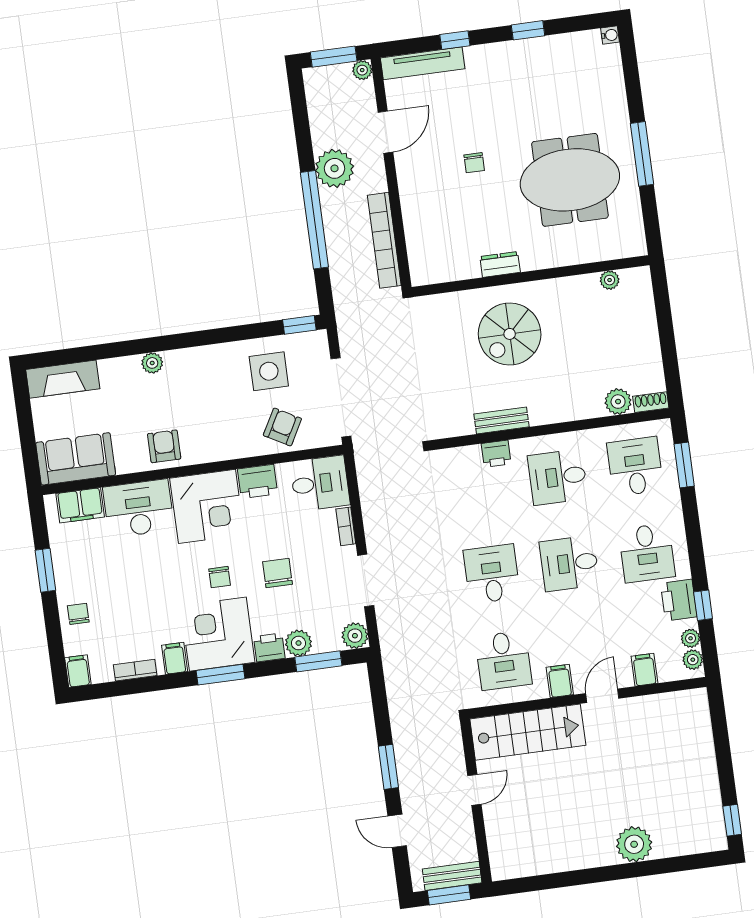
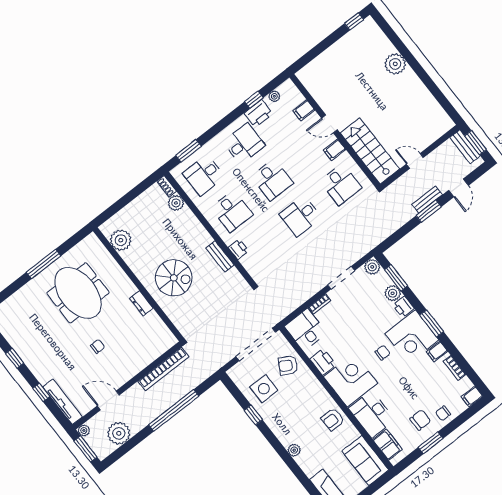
plant: (335, 168) -> (119, 433), moved
plant: (610, 280) -> (121, 240), width x1.87, depth x1.87
window: (299, 325) -> (253, 415), moved
chair: (277, 573) -> (420, 420), moved, turned 180
desk: (503, 660) -> (341, 184), turned 90
plant: (693, 660) -> (284, 89), removed
bench: (407, 775) -> (427, 200), added

